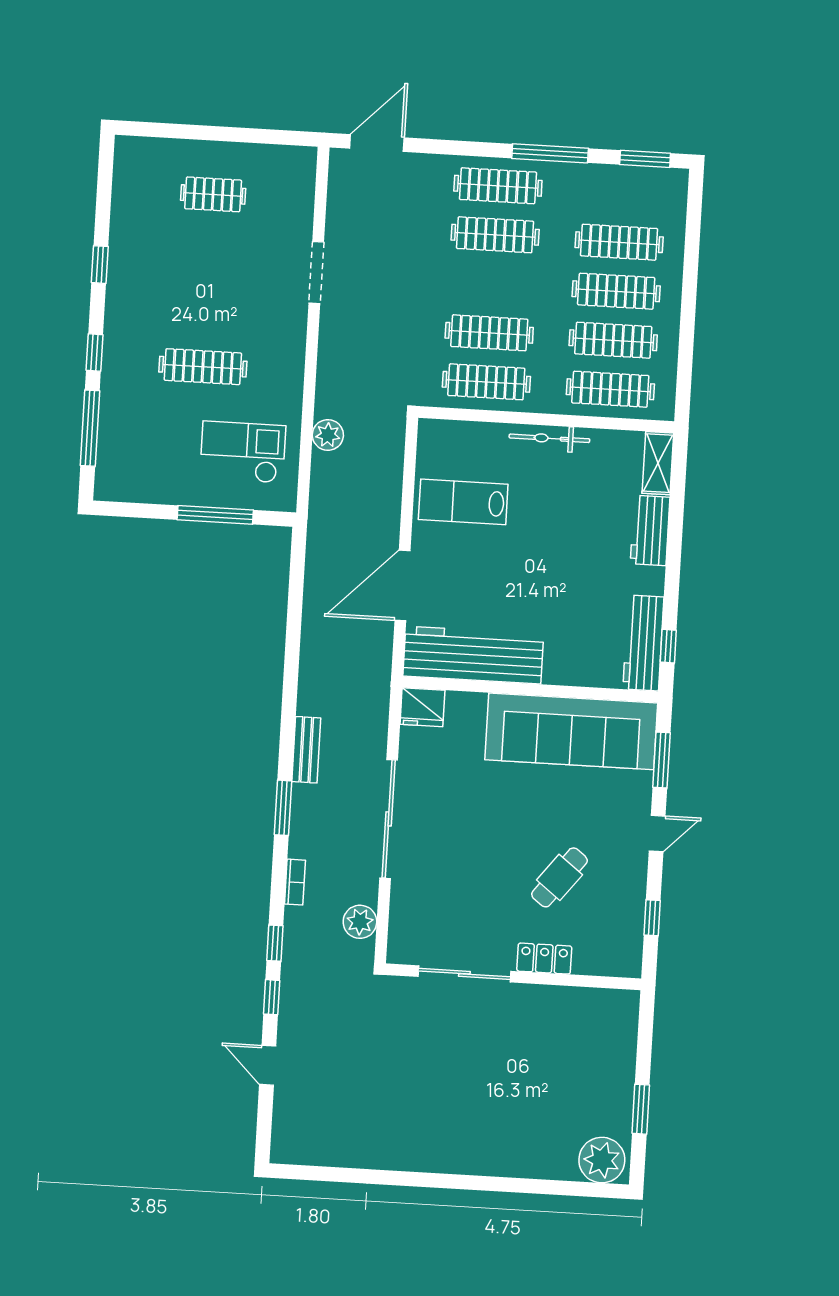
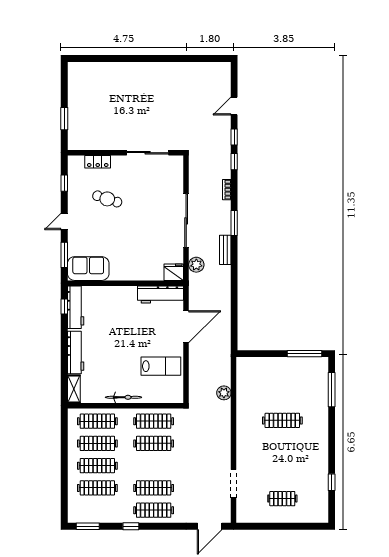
window: (550, 153) -> (131, 526), width x0.46
window: (100, 265) -> (332, 482), moved
doorway: (316, 272) -> (234, 484), moved
window: (94, 353) -> (332, 424), removed
checkout: (243, 452) -> (262, 383), removed
window: (215, 515) -> (305, 354), moved
workbench: (650, 530) -> (76, 352), width x1.37
workbench: (473, 655) -> (161, 294), width x0.73, depth x0.76
sofa: (571, 731) -> (88, 269), width x0.54, depth x0.79
cafe table: (559, 877) -> (107, 199), turned 70
plant: (360, 922) -> (196, 265), moved
locker: (544, 959) -> (98, 162), moved
door: (268, 1065) -> (234, 106), swing flipped
window: (641, 1109) -> (64, 119), moved
plant: (602, 1160) -> (80, 72), removed

